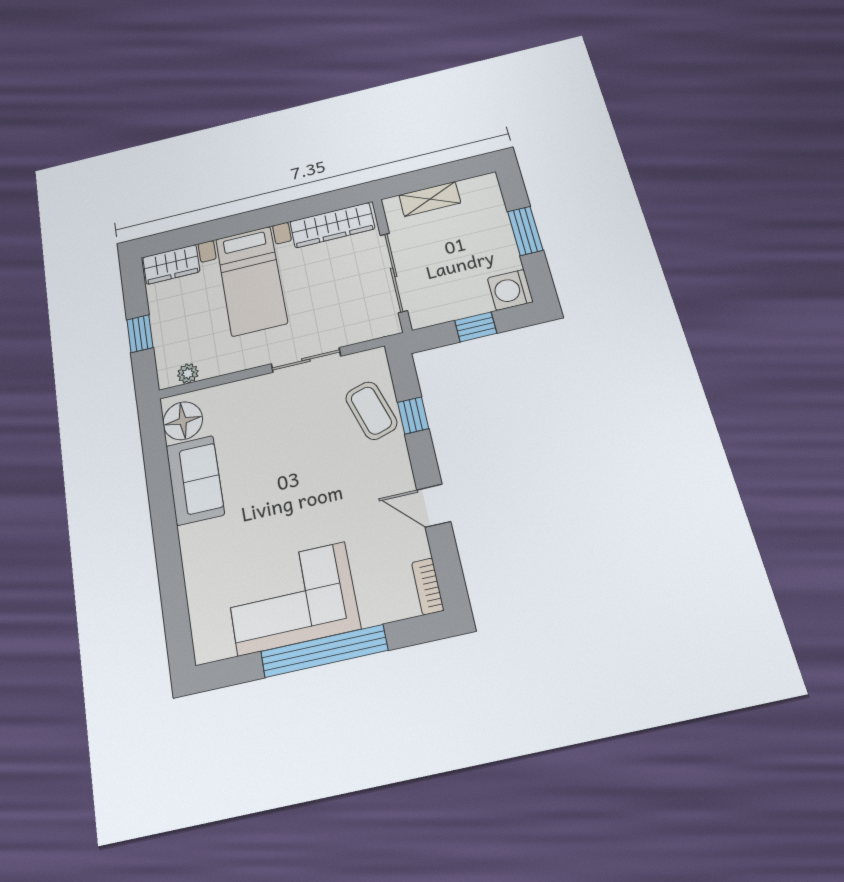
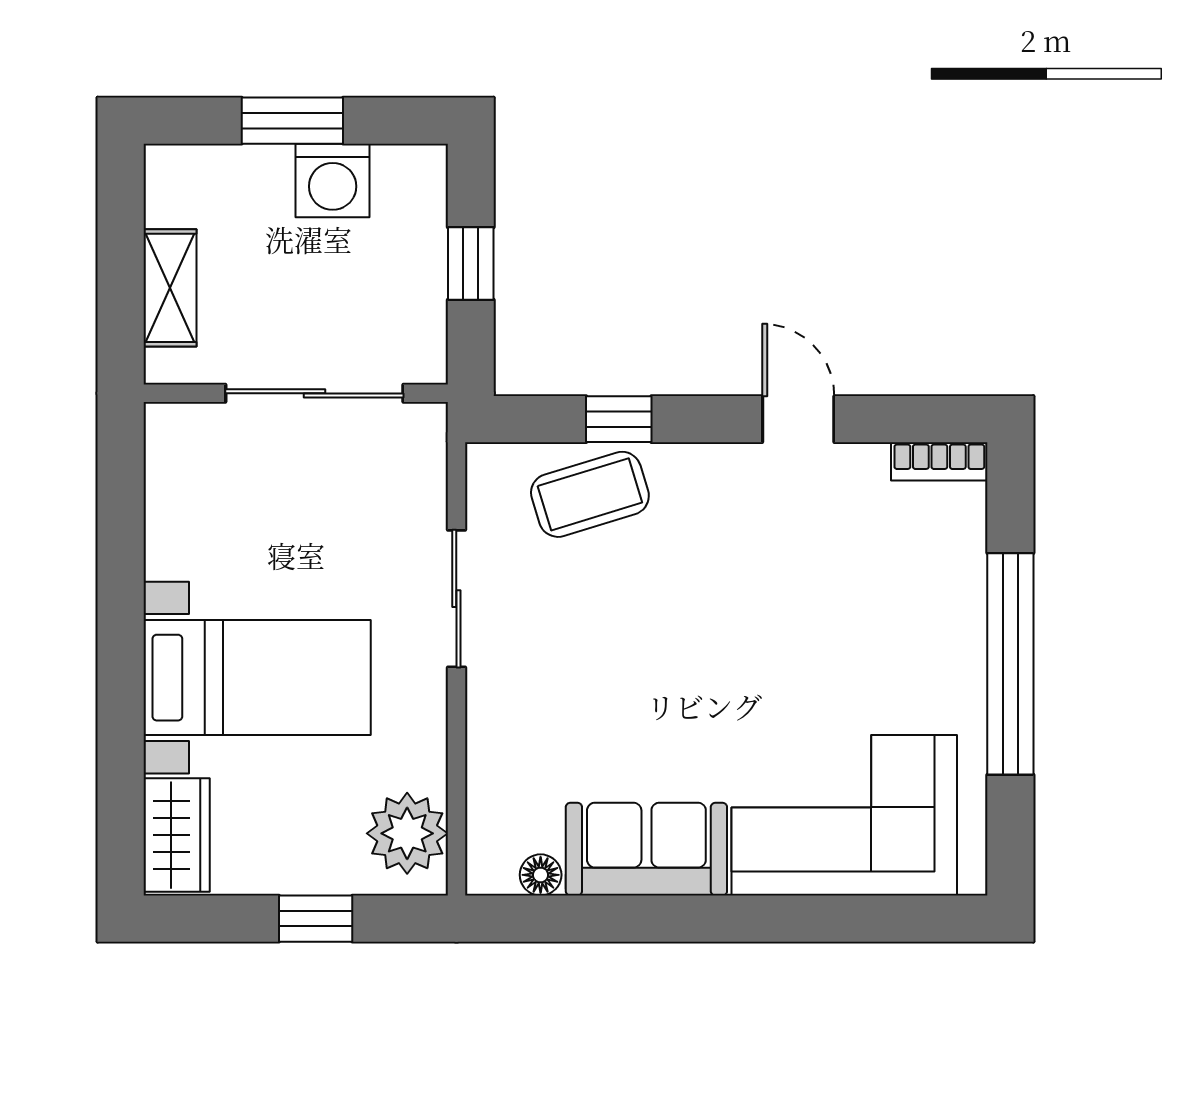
wardrobe: (332, 225) -> (176, 493), removed
washing machine: (510, 290) -> (333, 180), moved
plant: (188, 373) -> (407, 833), width x1.87, depth x1.87
floor lamp: (183, 421) -> (541, 875), width x0.53, depth x0.53
door: (434, 506) -> (798, 419), swing flipped
corner sofa: (292, 598) -> (844, 815), moved, turned 90

